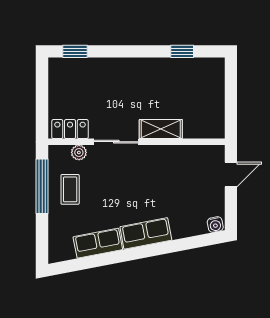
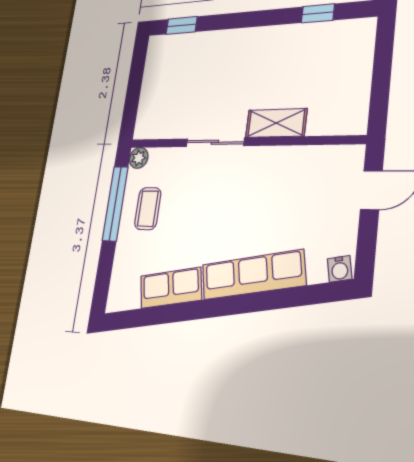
locker: (70, 129) -> (160, 126), removed
plant: (79, 152) -> (139, 158), moved
row of seats: (146, 233) -> (253, 275), width x1.48

